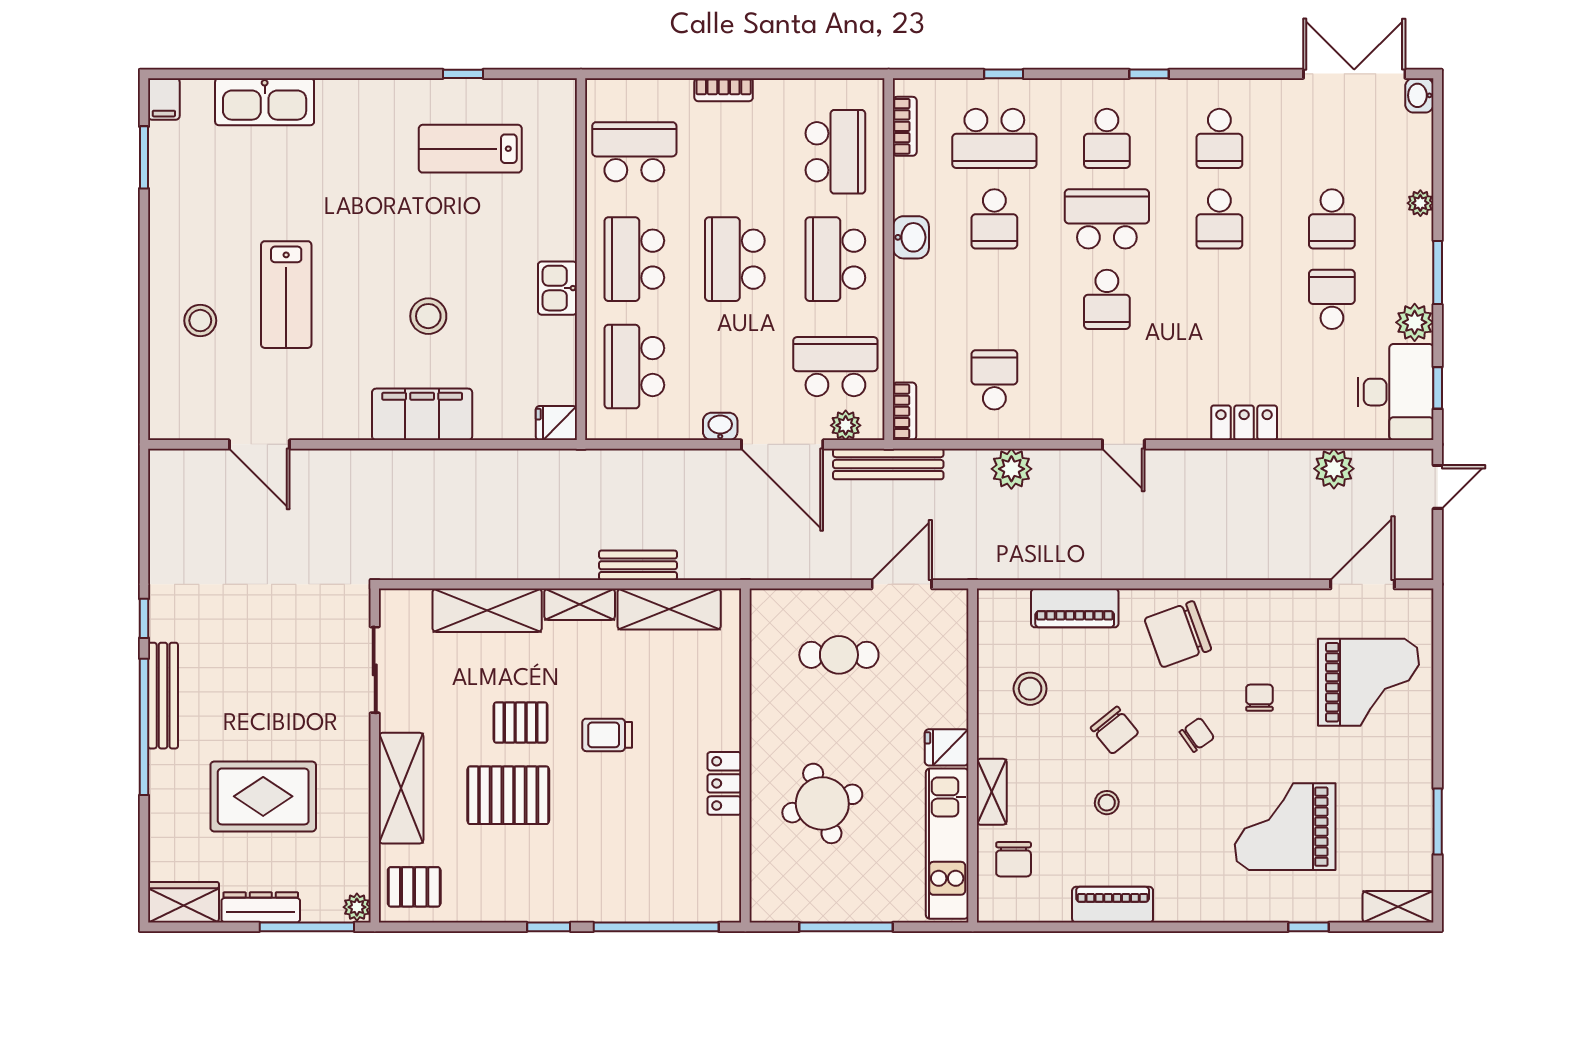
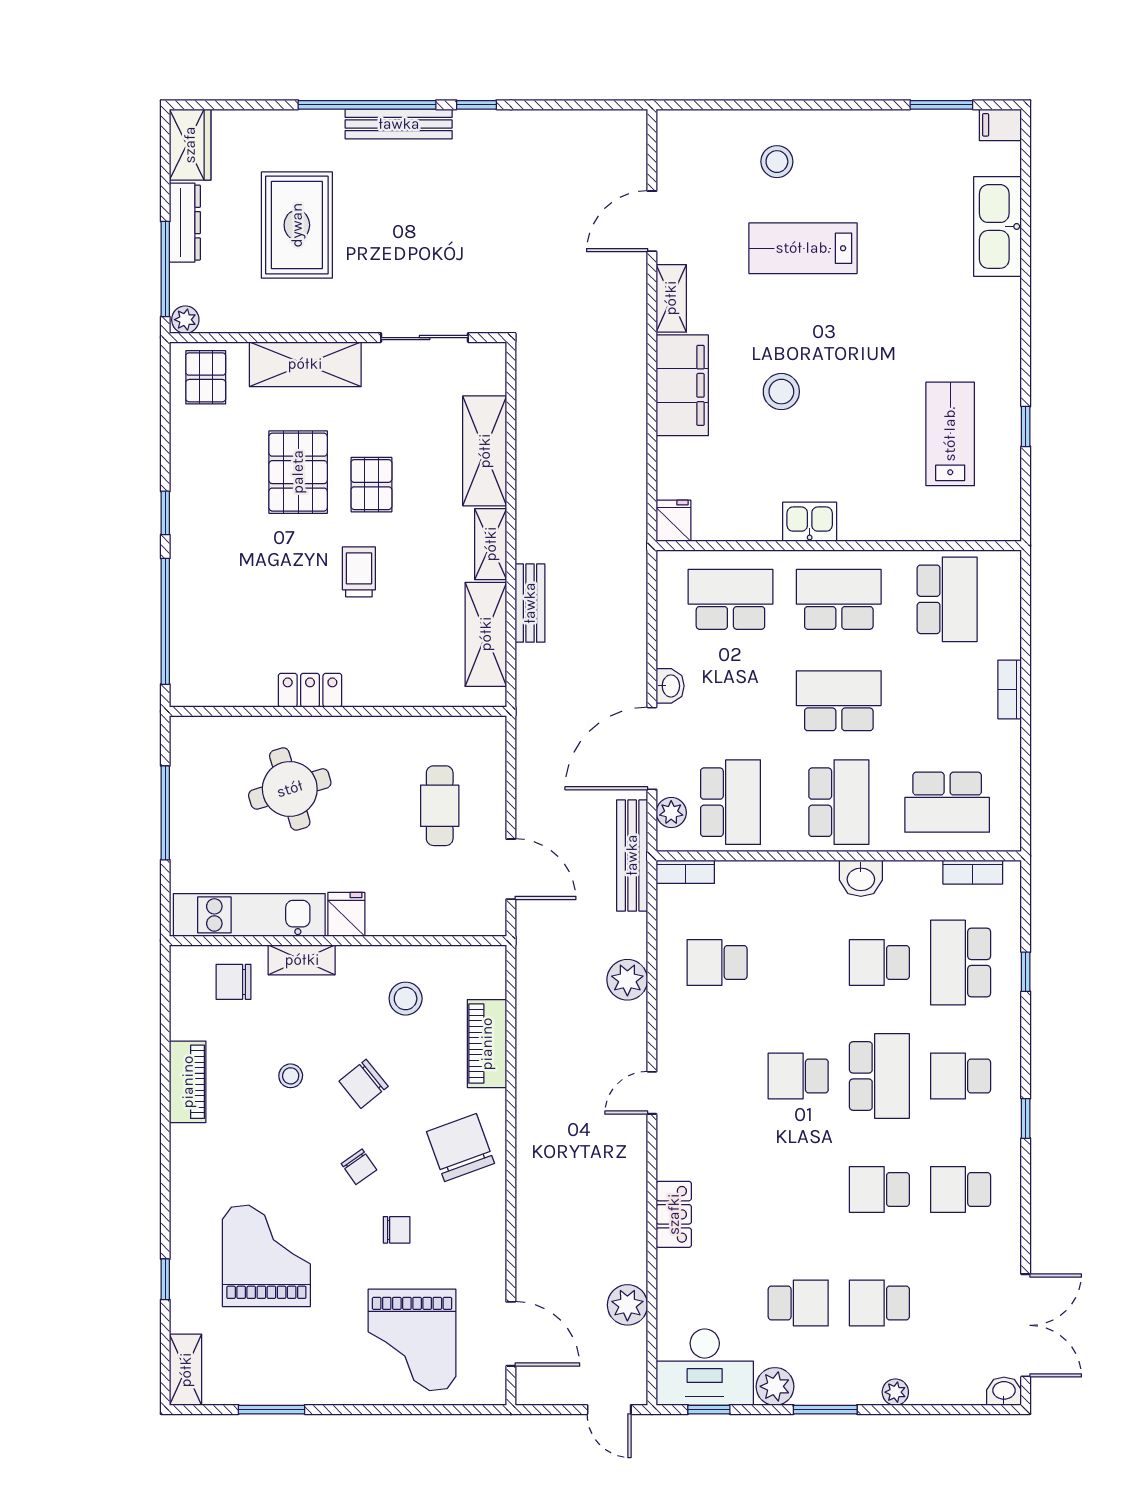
school desk: (835, 259) -> (839, 802), turned 90
school desk: (994, 380) -> (717, 962), turned 180
shelving: (336, 425) -> (671, 298), added

